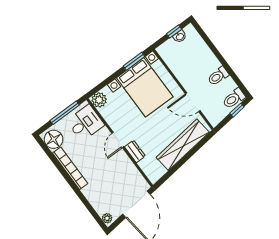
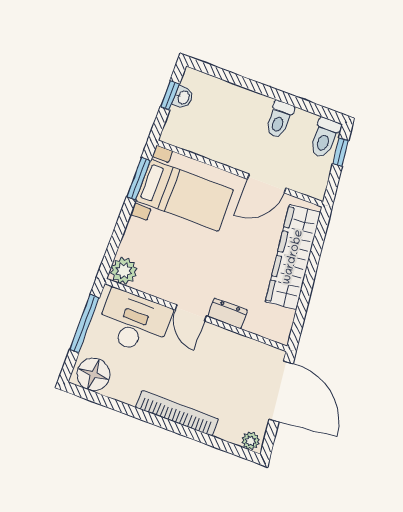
bed with nightstands: (145, 87) -> (185, 195), width x0.73
desk: (85, 123) -> (134, 322), width x1.37
bookcase: (70, 168) -> (177, 413), moved

